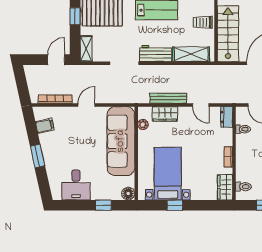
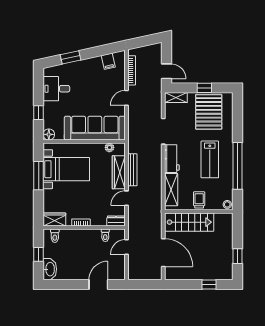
door: (86, 105) -> (127, 98), swing flipped
wardrobe: (165, 114) -> (119, 172), width x1.50
window: (37, 156) -> (70, 57), moved
window: (175, 205) -> (39, 176), width x2.17

